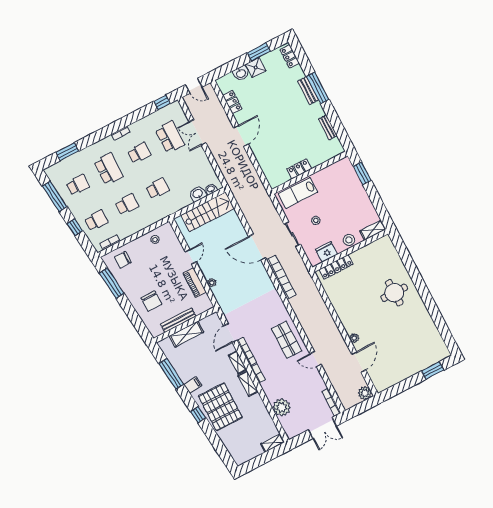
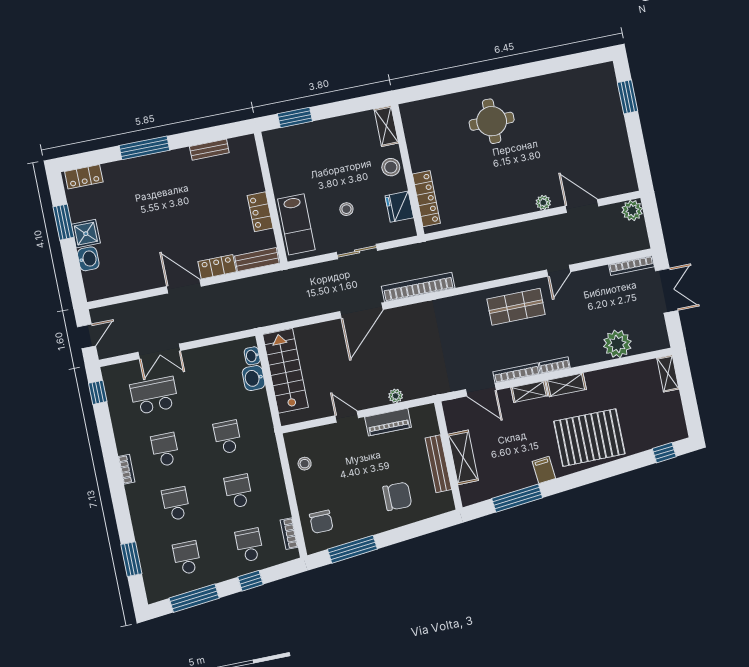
bench: (308, 91) -> (257, 260), moved
locker: (232, 102) -> (217, 267), moved
school desk: (108, 169) -> (176, 504), width x0.54
window: (198, 415) -> (664, 453), moved

